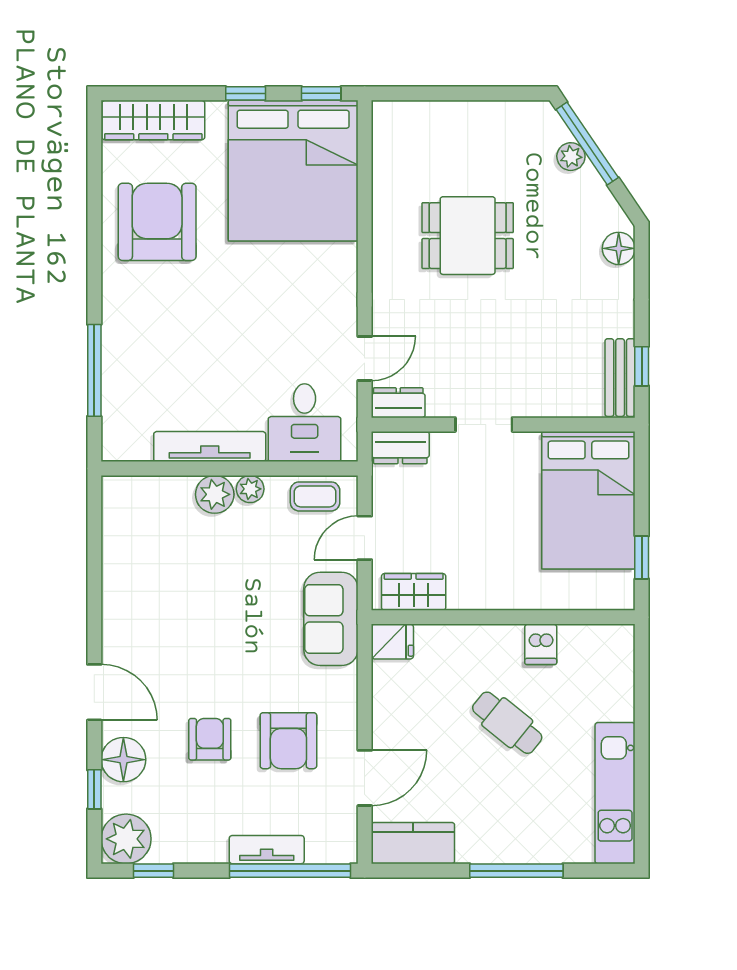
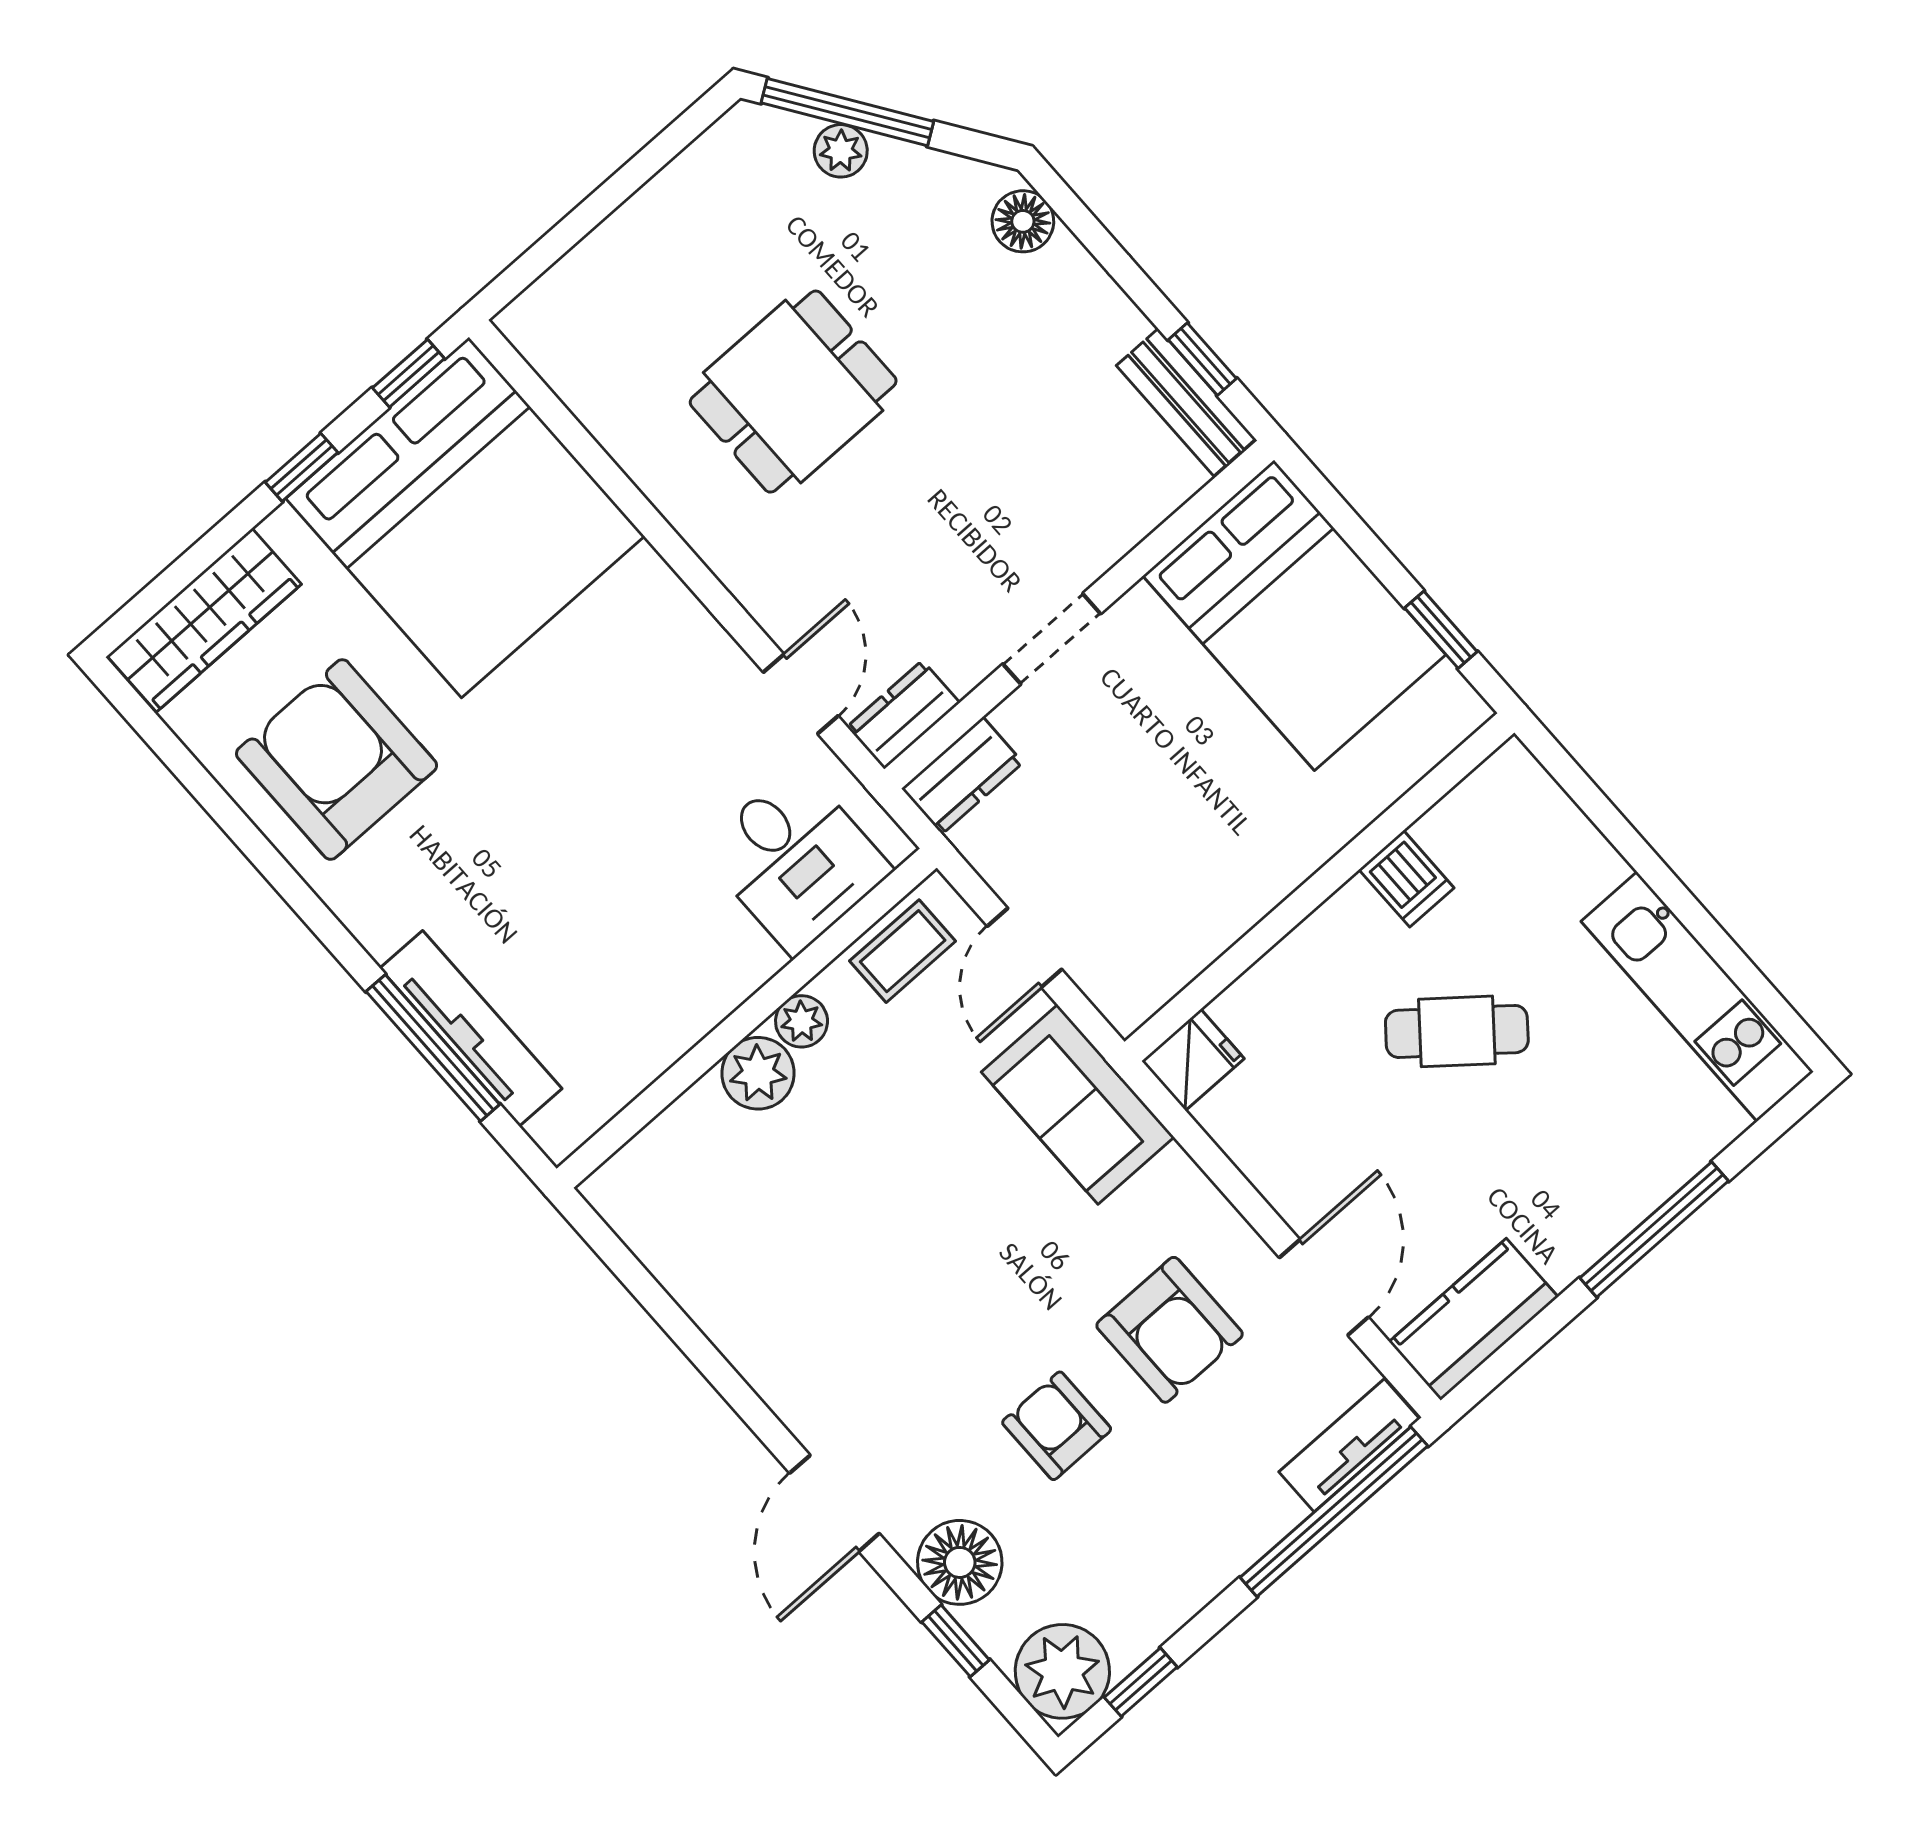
tv unit: (210, 447) -> (471, 1028), moved, turned 90
wardrobe: (414, 592) -> (1161, 963), removed
door: (94, 692) -> (834, 1503), swing flipped
tv unit: (267, 850) -> (1349, 1445), moved

